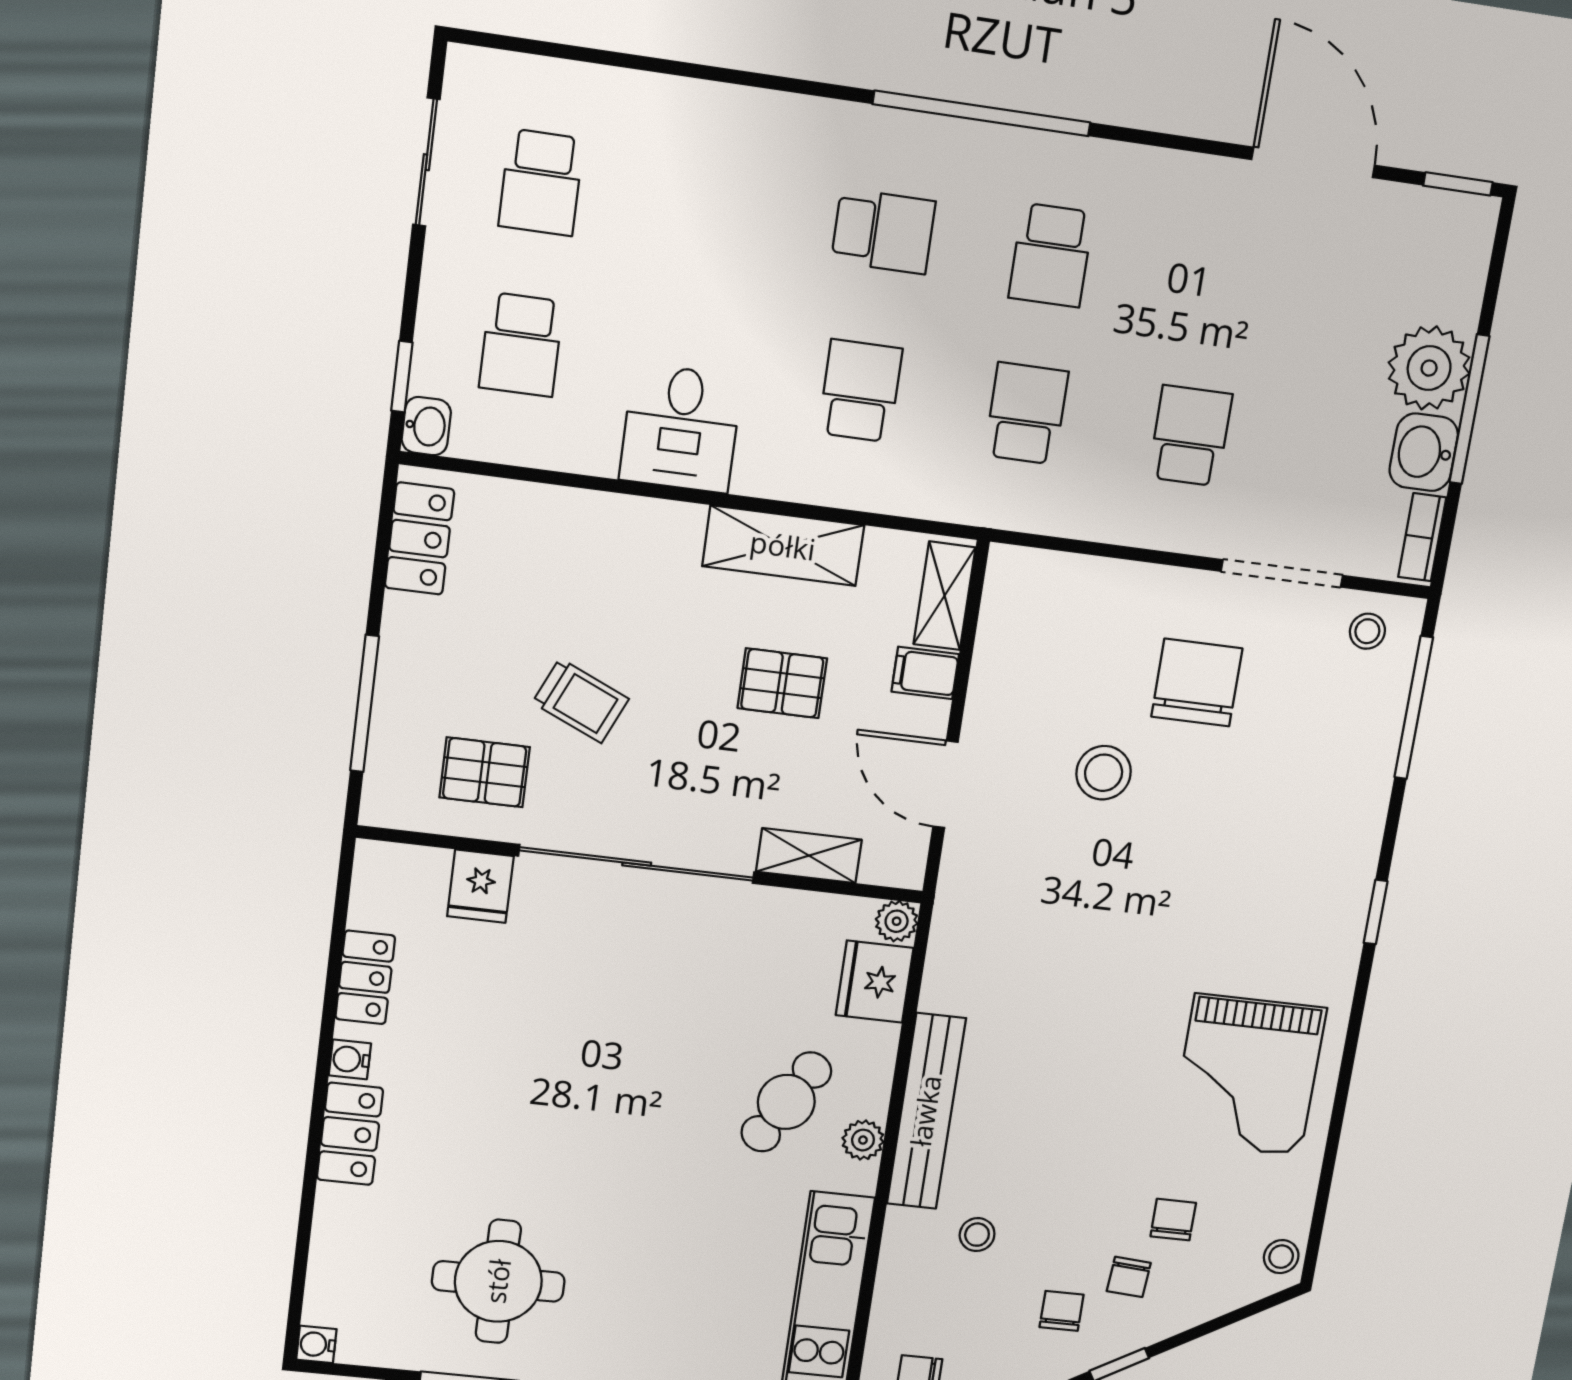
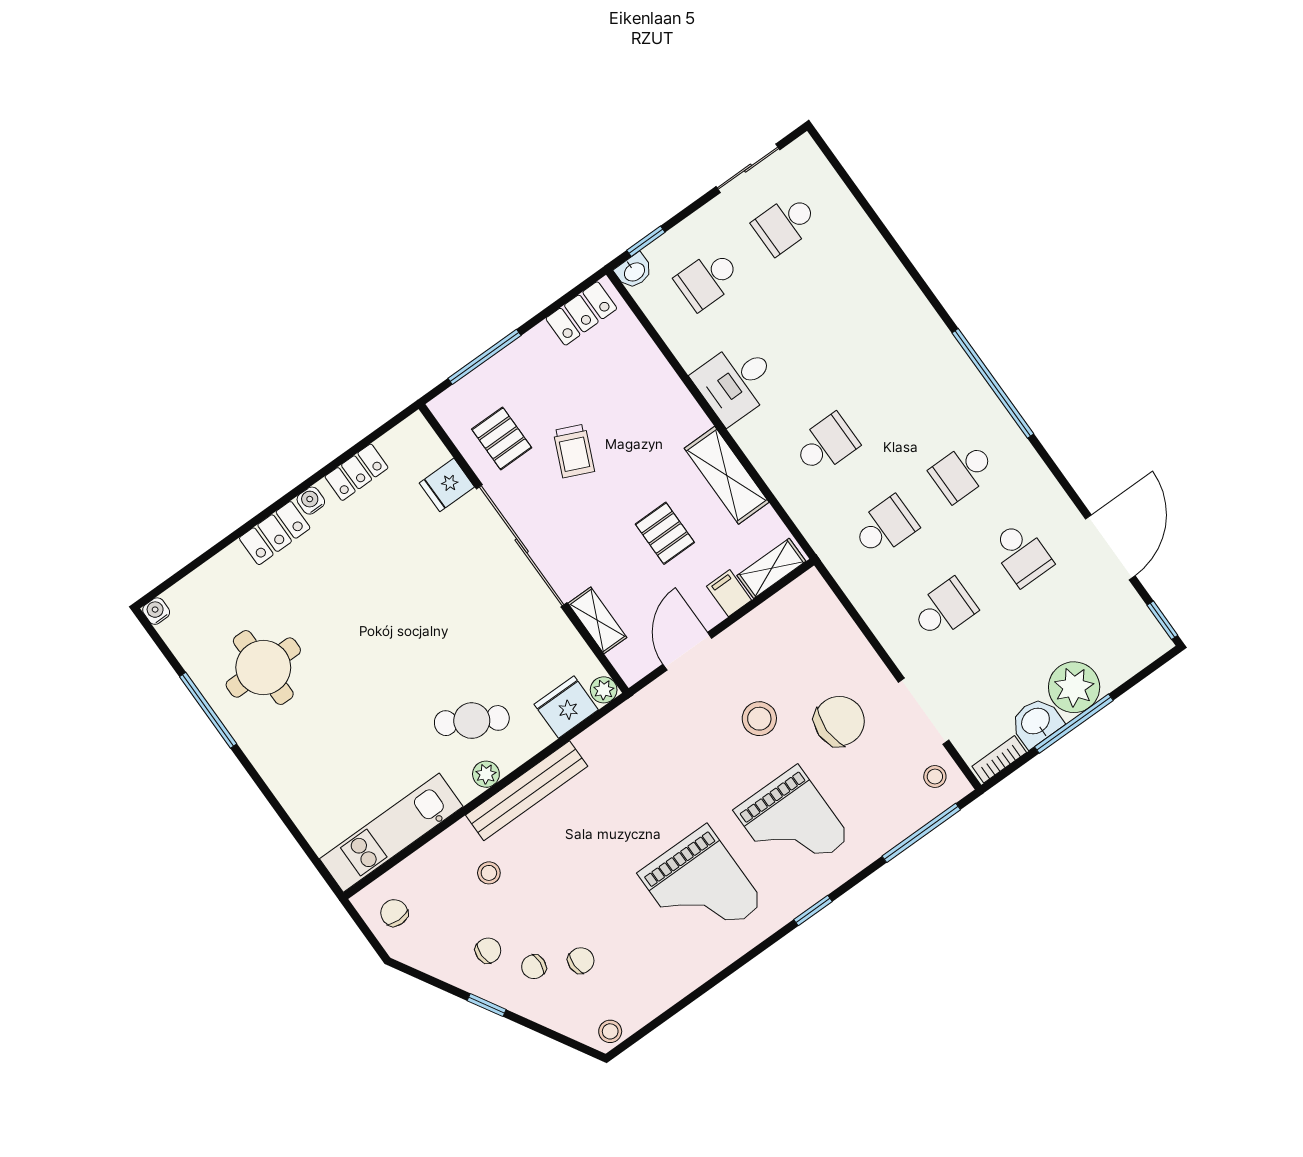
school desk: (883, 231) -> (1022, 554), moved
grand piano: (1258, 847) -> (792, 824), added
grand piano: (1248, 1075) -> (701, 888), moved, turned -90

